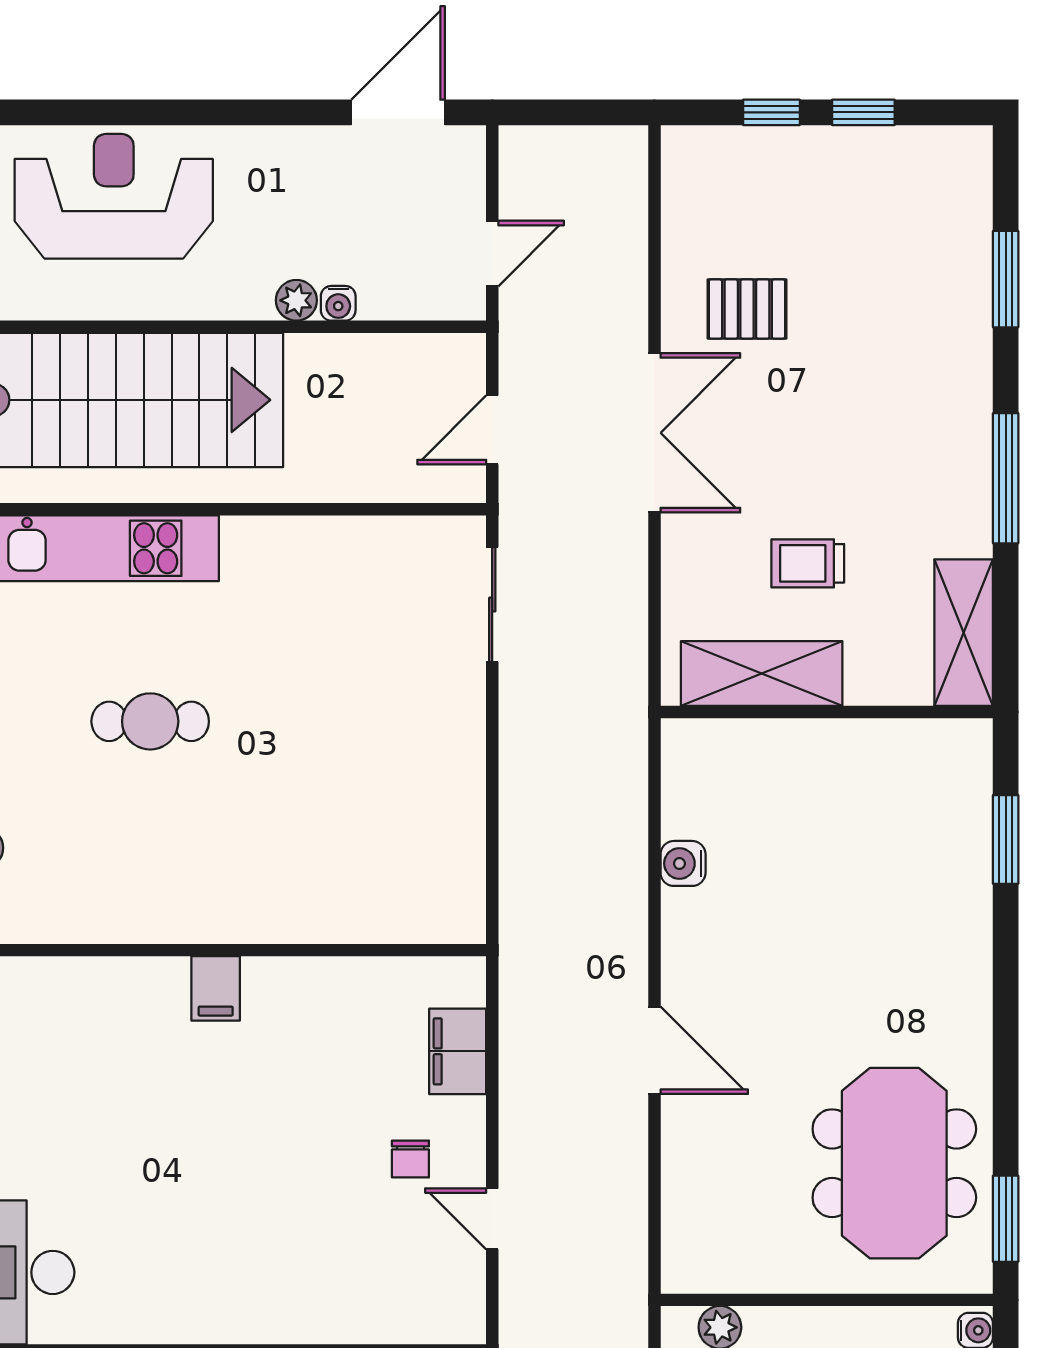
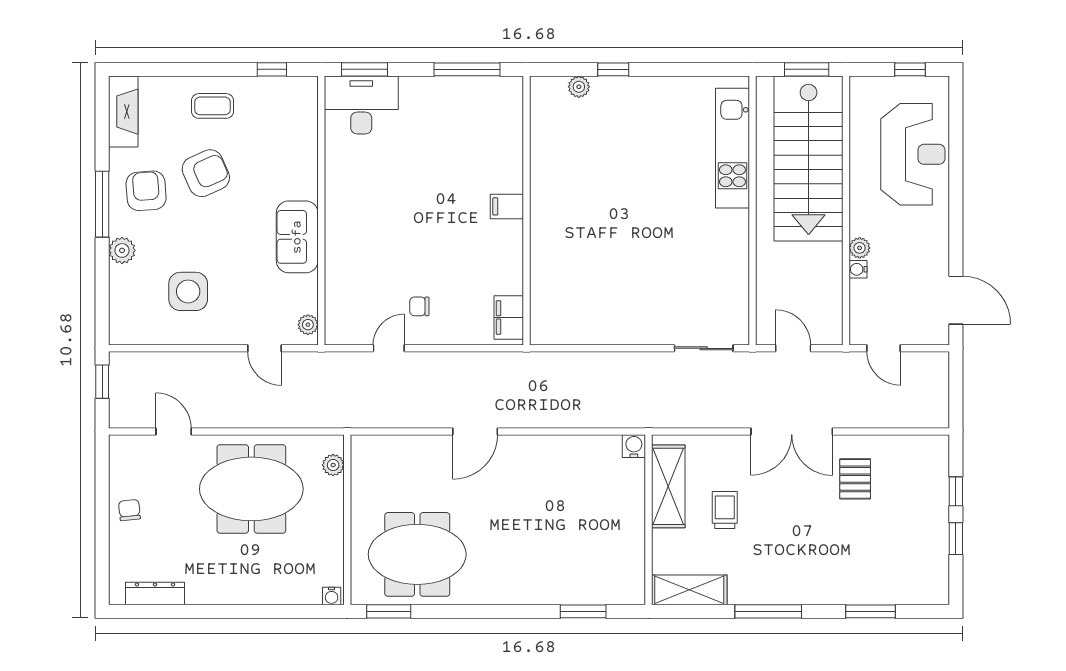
cafe table: (150, 721) -> (644, 173), removed
water cooler: (683, 863) -> (634, 446), moved
filing cabinet: (458, 1051) -> (509, 317), moved, turned -90

